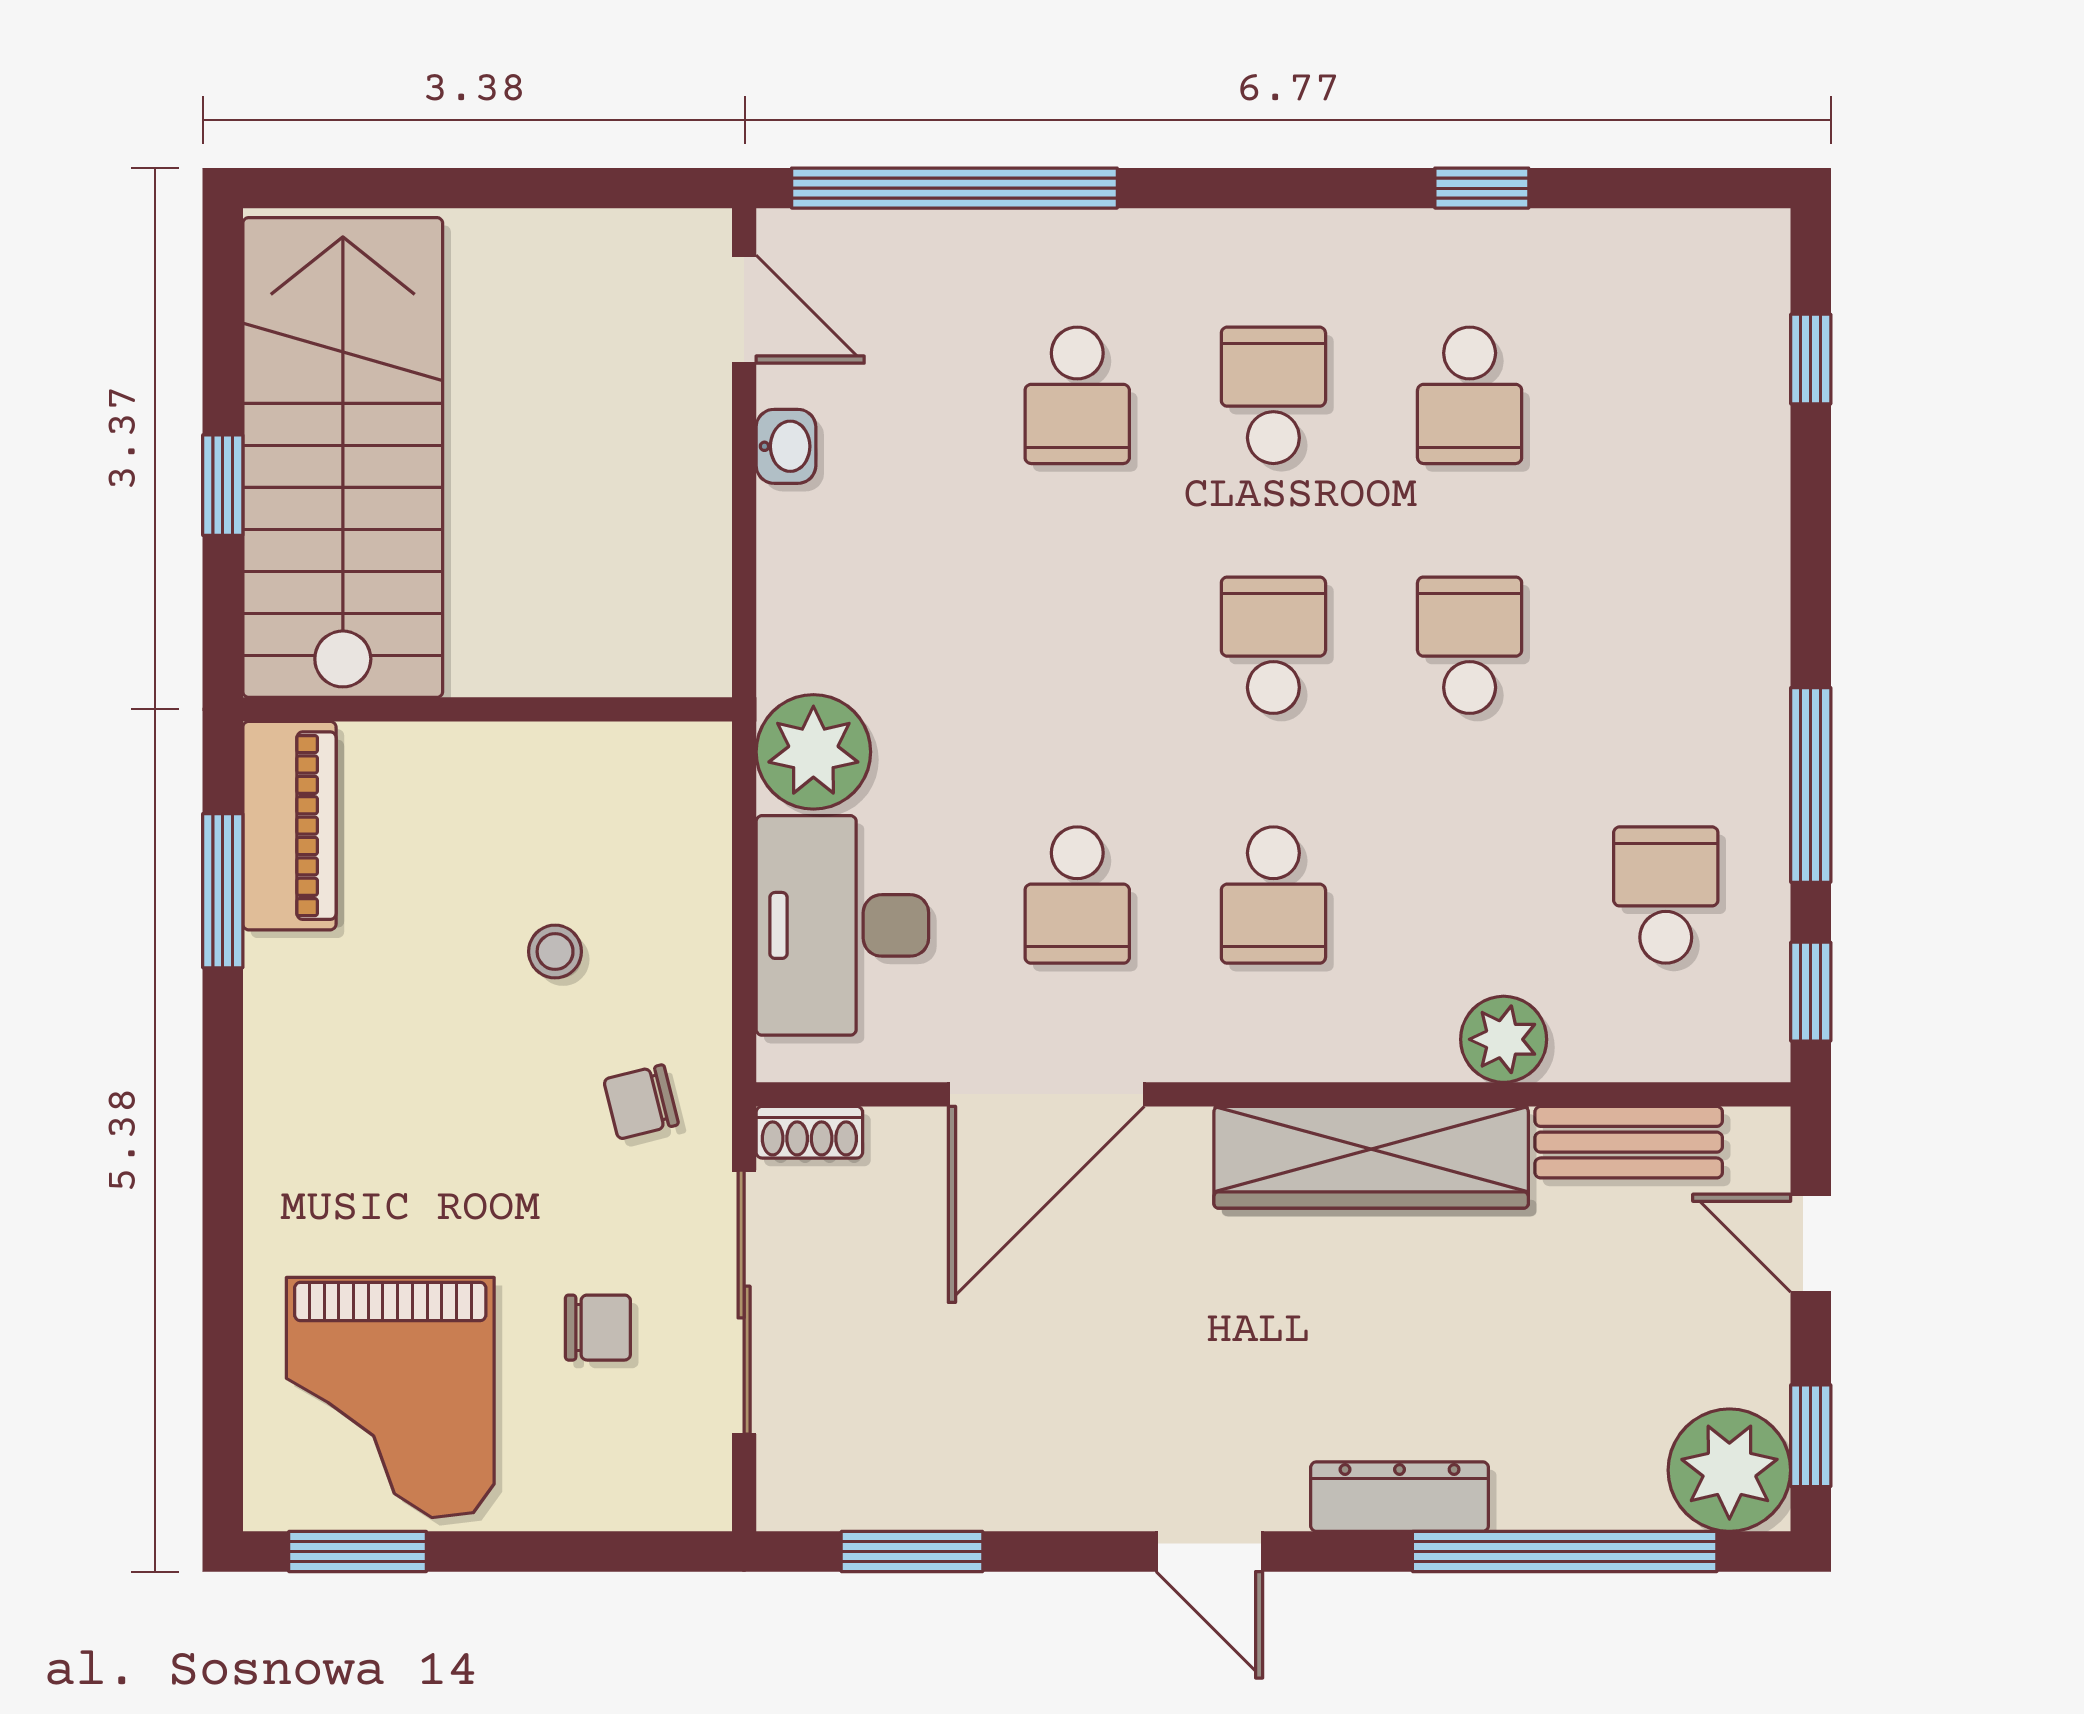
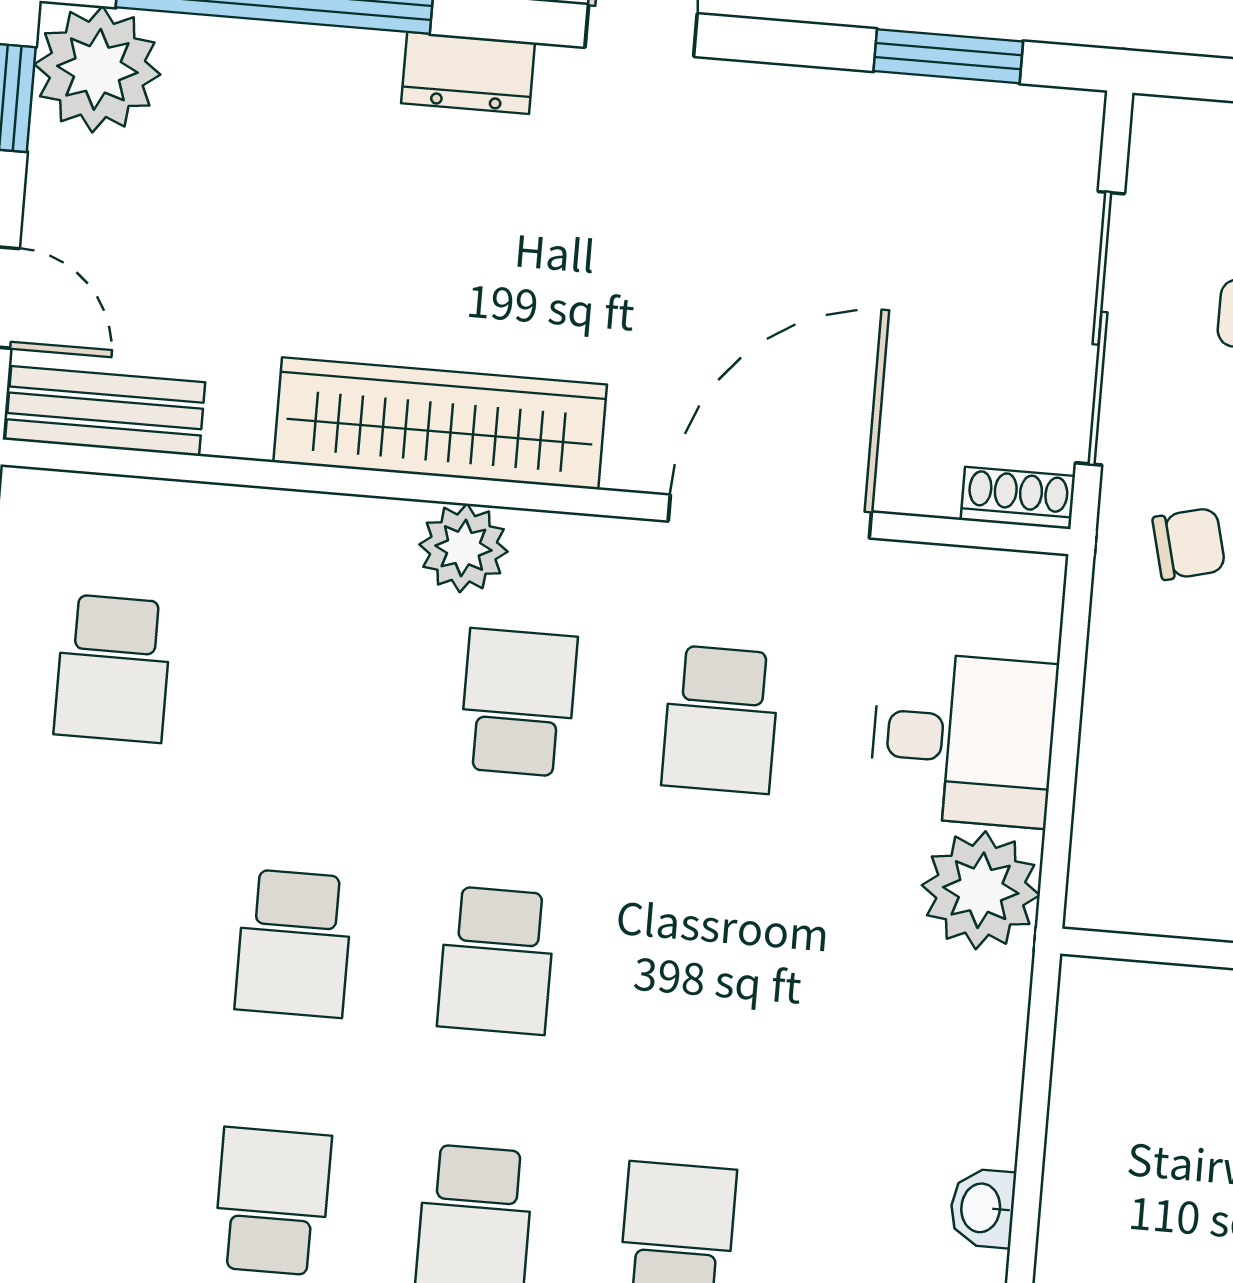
school desk: (1077, 895) -> (721, 720), turned 180
desk: (842, 925) -> (963, 739), width x0.73
plant: (1504, 1039) -> (463, 548), moved
bench: (1629, 1142) -> (105, 411), moved
dresser: (1400, 1497) -> (468, 73), width x0.70

